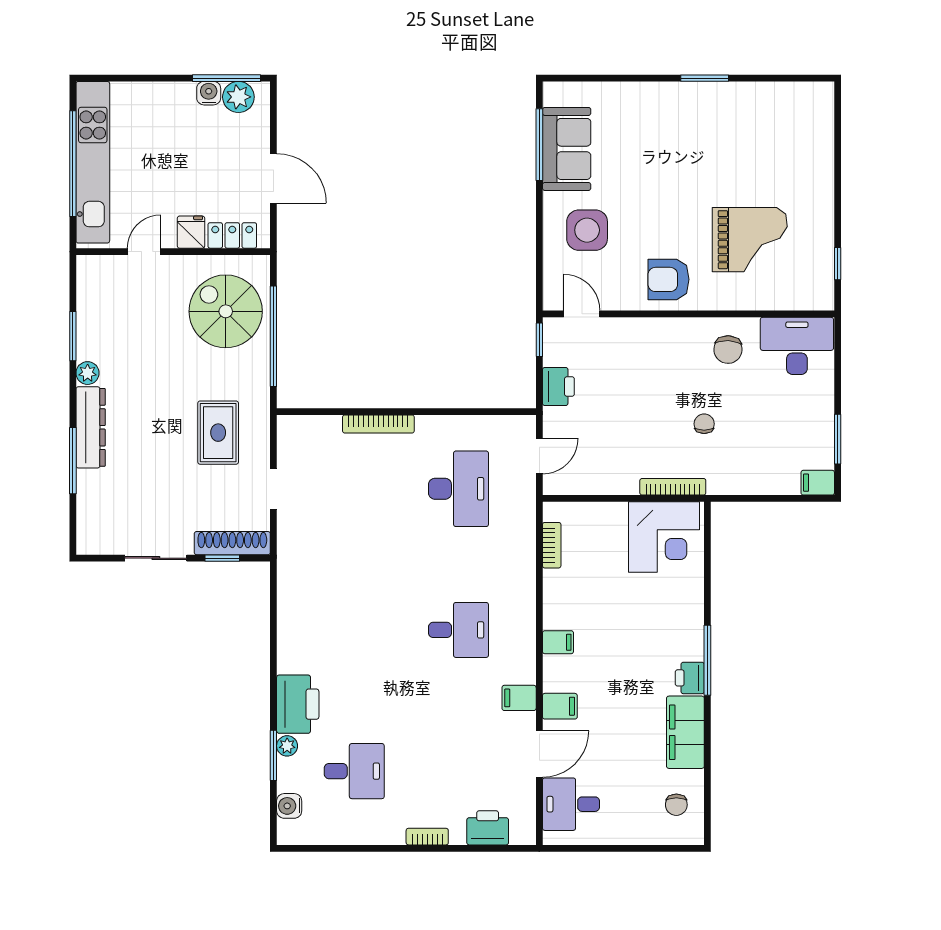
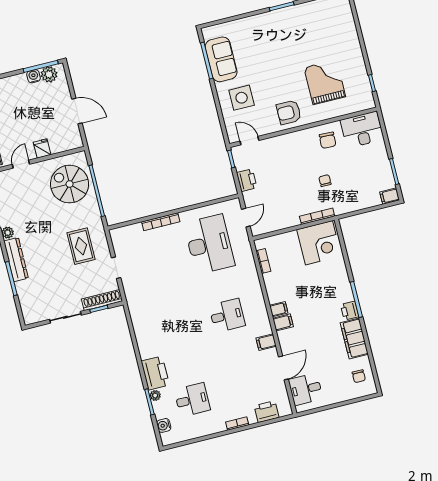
locker: (232, 235) -> (63, 145), removed
grand piano: (750, 240) -> (325, 82), turned -90
desk: (458, 489) -> (209, 244), width x1.36, depth x1.30
filing cabinet: (560, 706) -> (283, 322), moved

